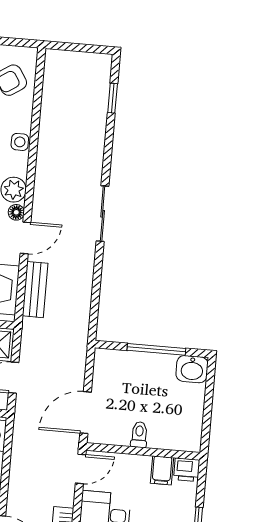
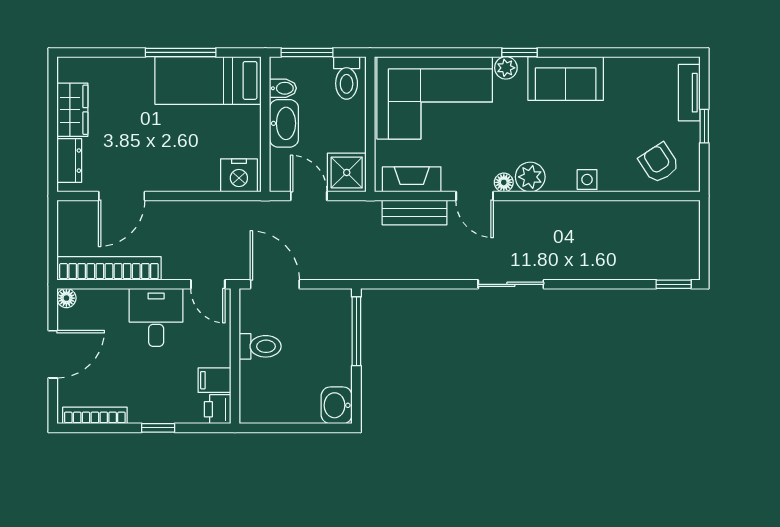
window: (113, 98) -> (674, 284), moved
window: (156, 349) -> (356, 331), moved
toilet: (139, 435) -> (260, 346), width x1.37, depth x1.39

